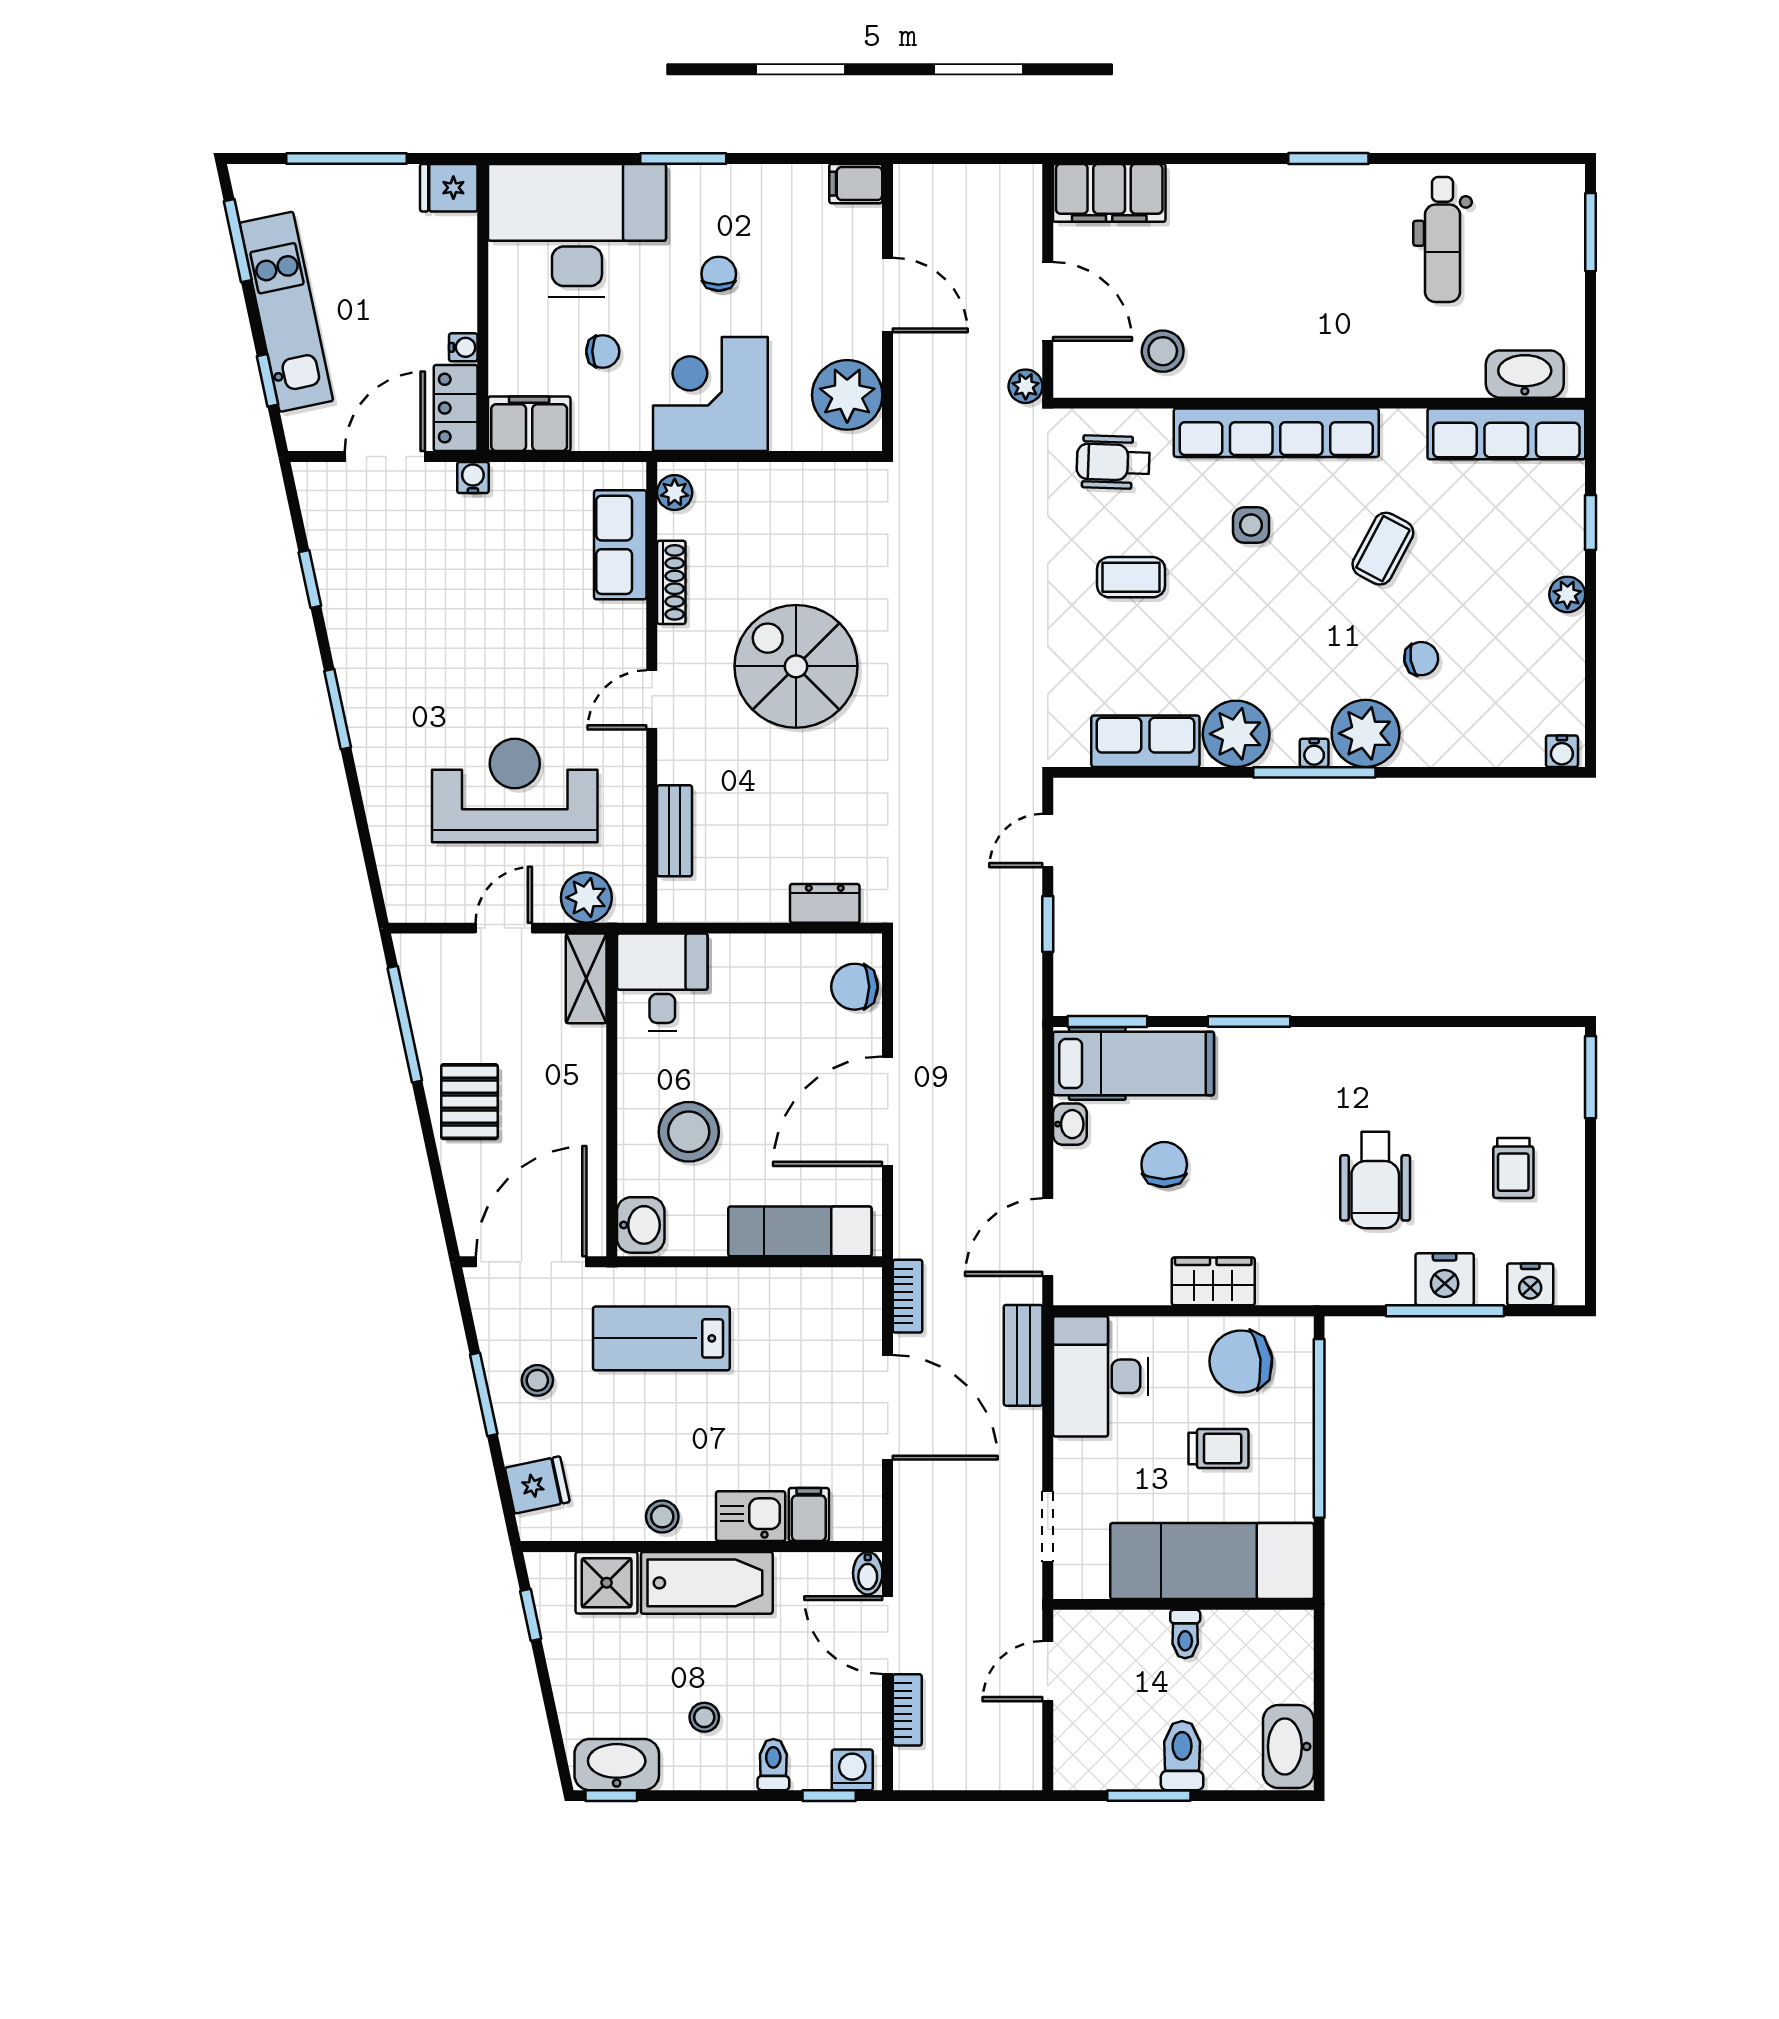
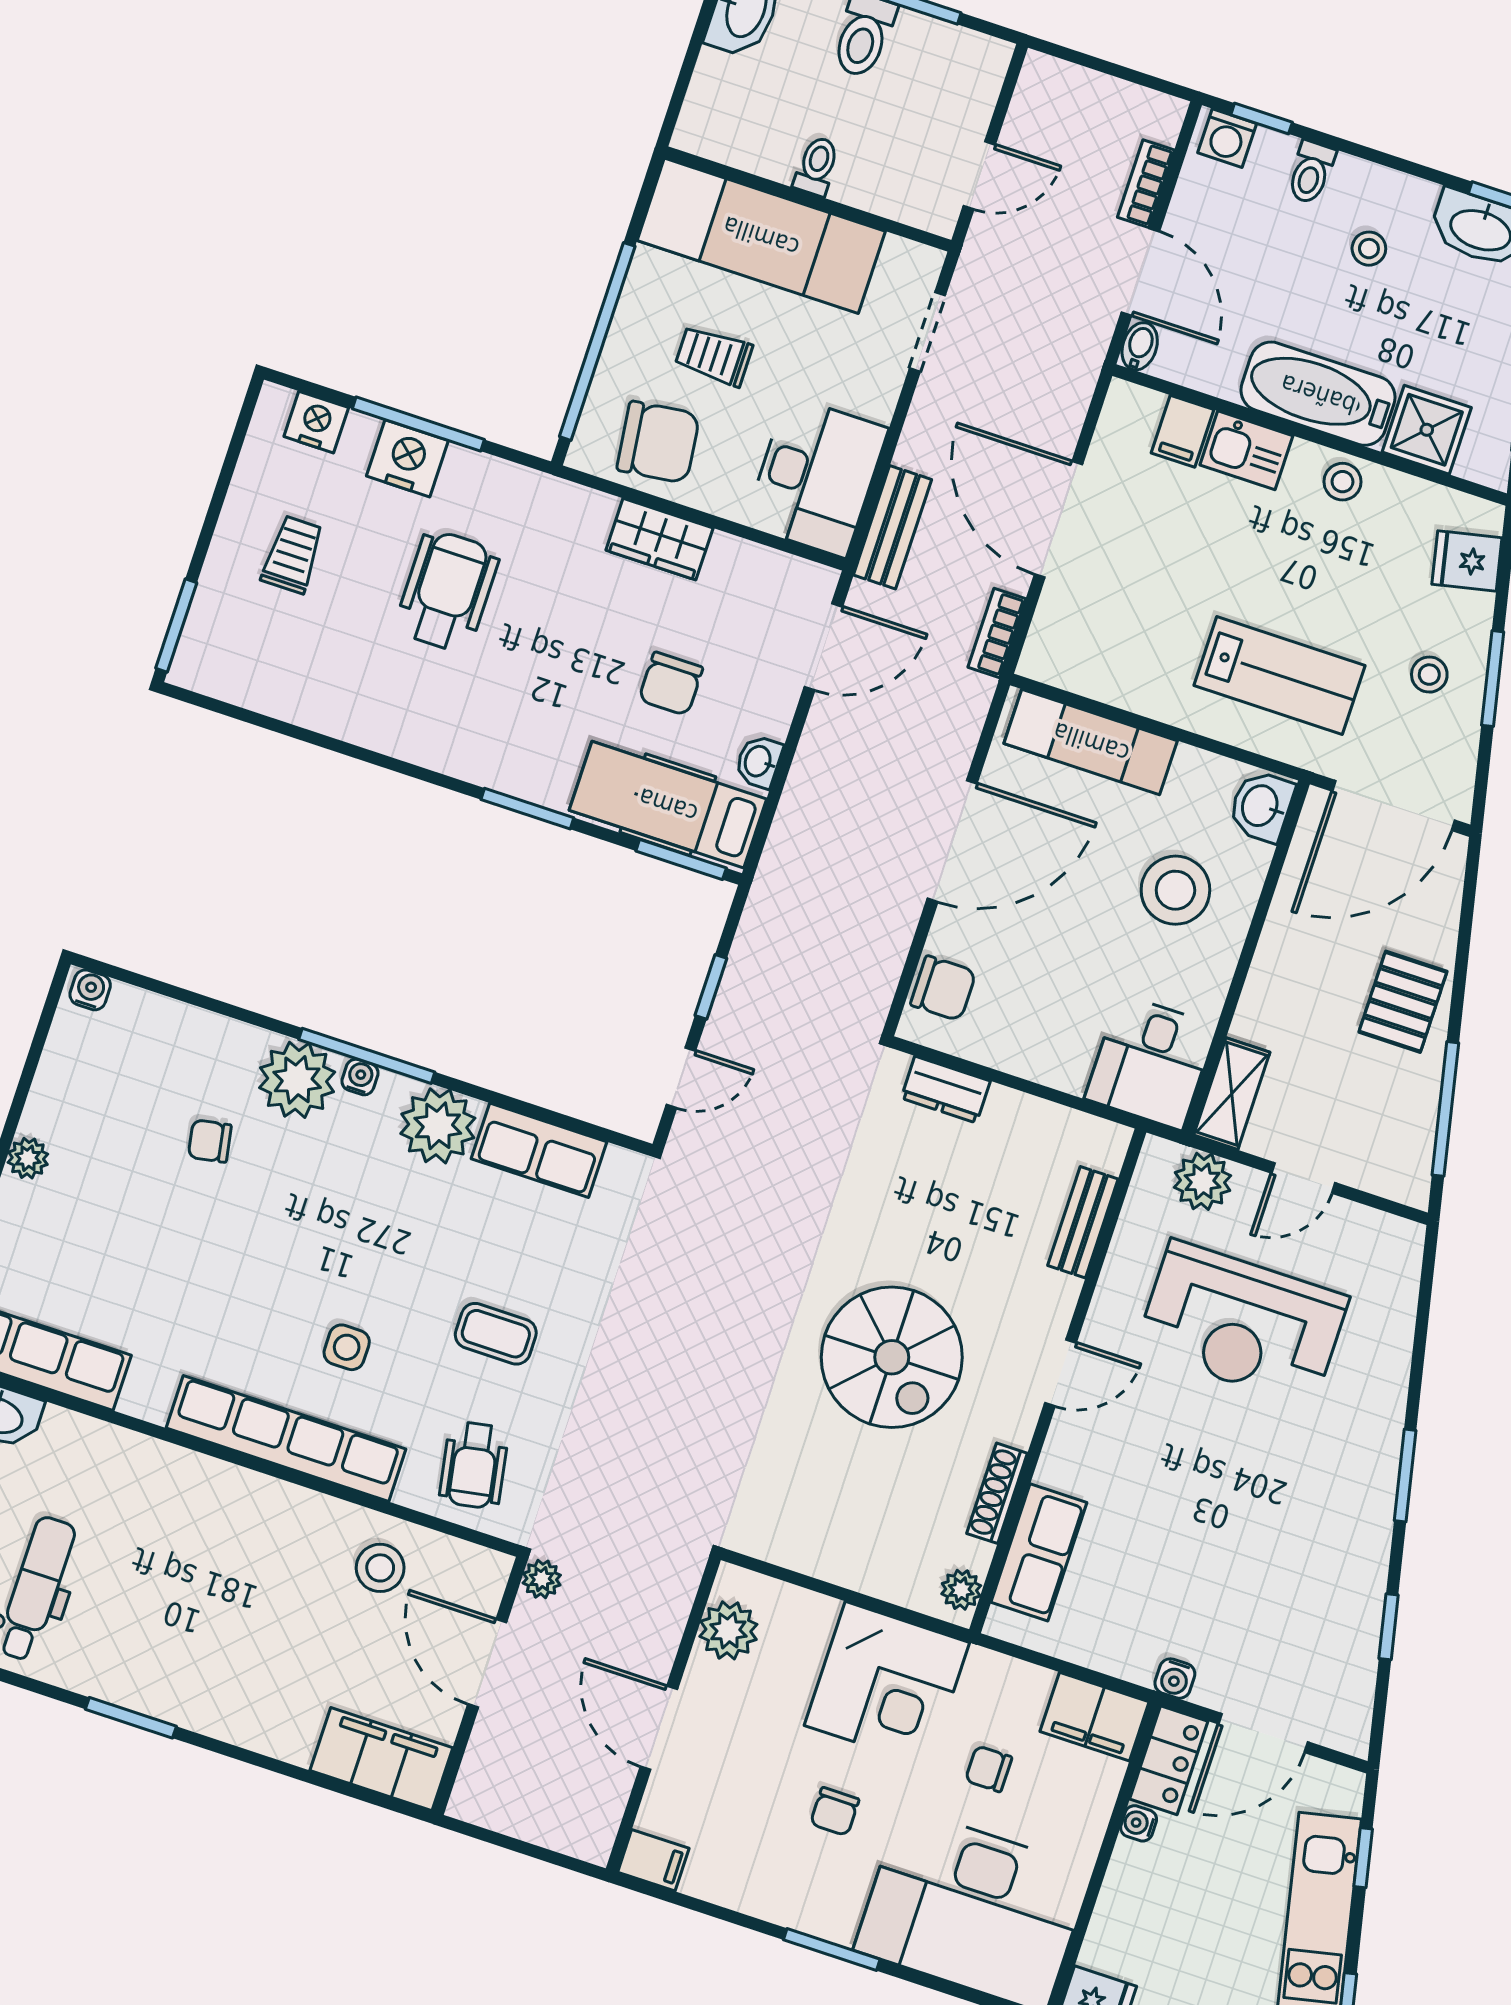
plant: (847, 395) -> (728, 1630), width x0.73, depth x0.73
wheelchair: (1113, 462) -> (474, 1465), turned 78
coffee table: (1383, 549) -> (212, 1274), removed

